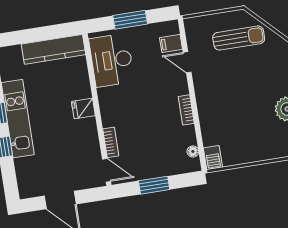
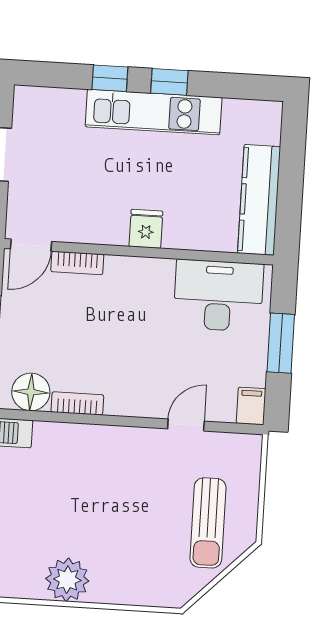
filing cabinet: (171, 43) -> (251, 406), moved
bookcase: (186, 110) -> (77, 403), moved
floor lamp: (193, 151) -> (31, 392), width x1.89, depth x1.89

